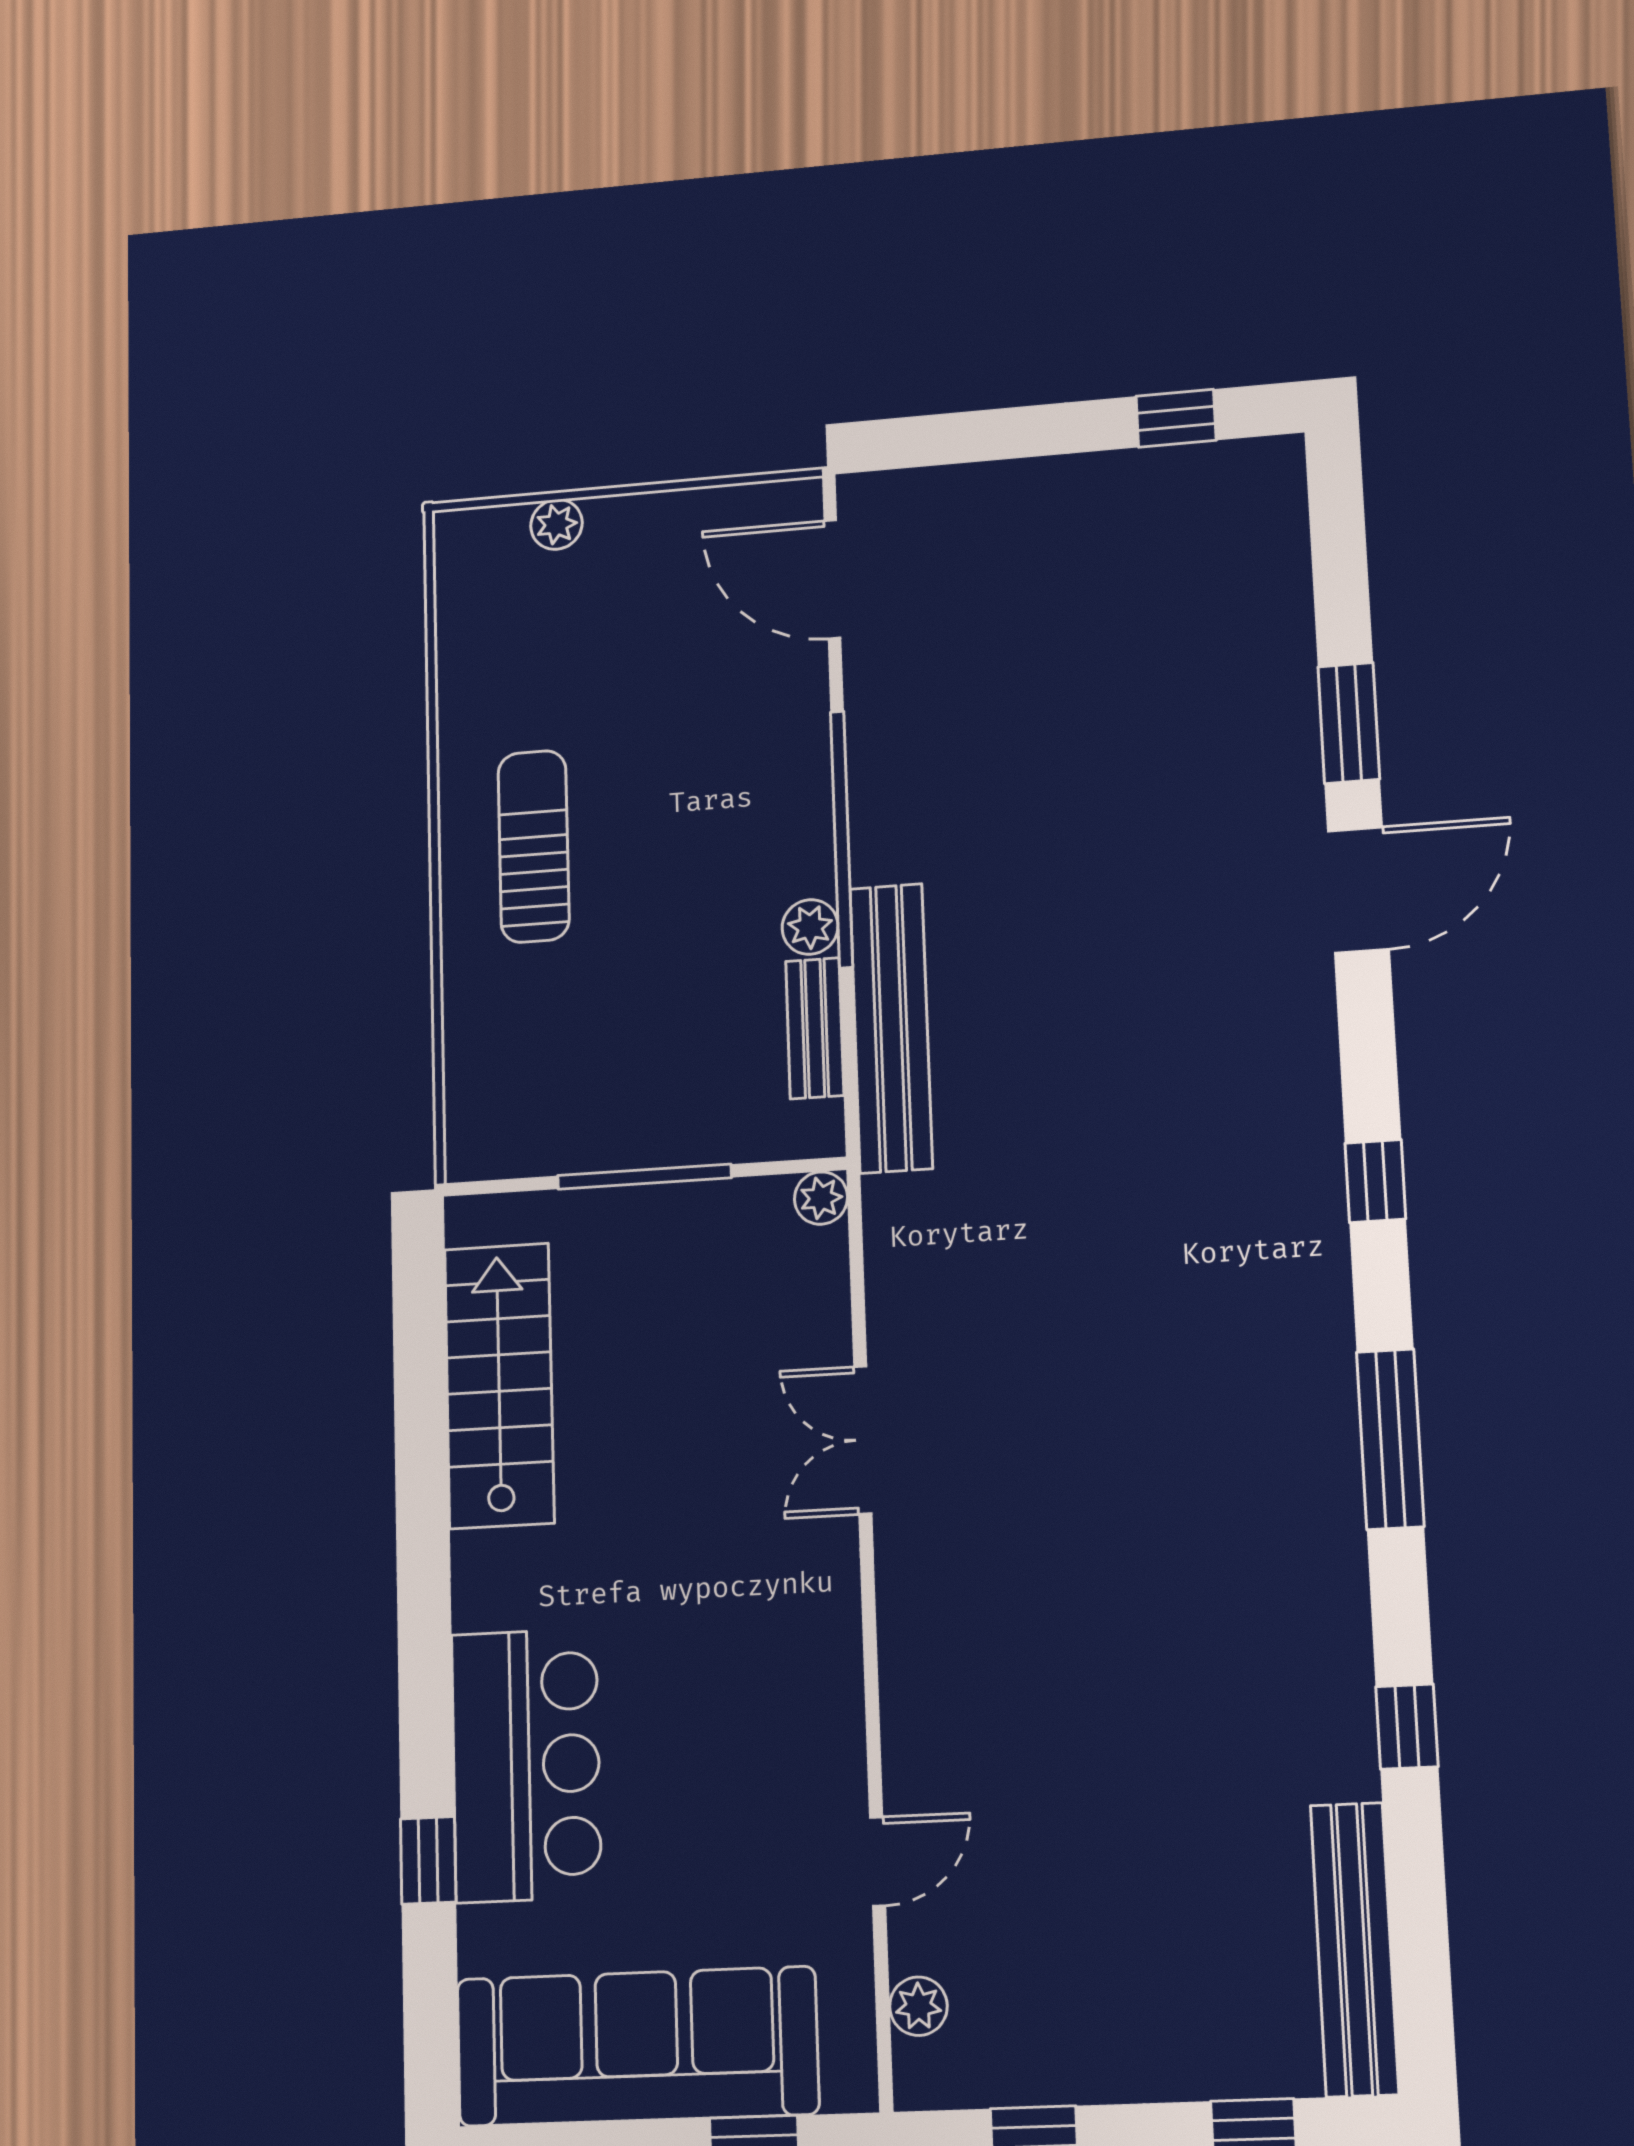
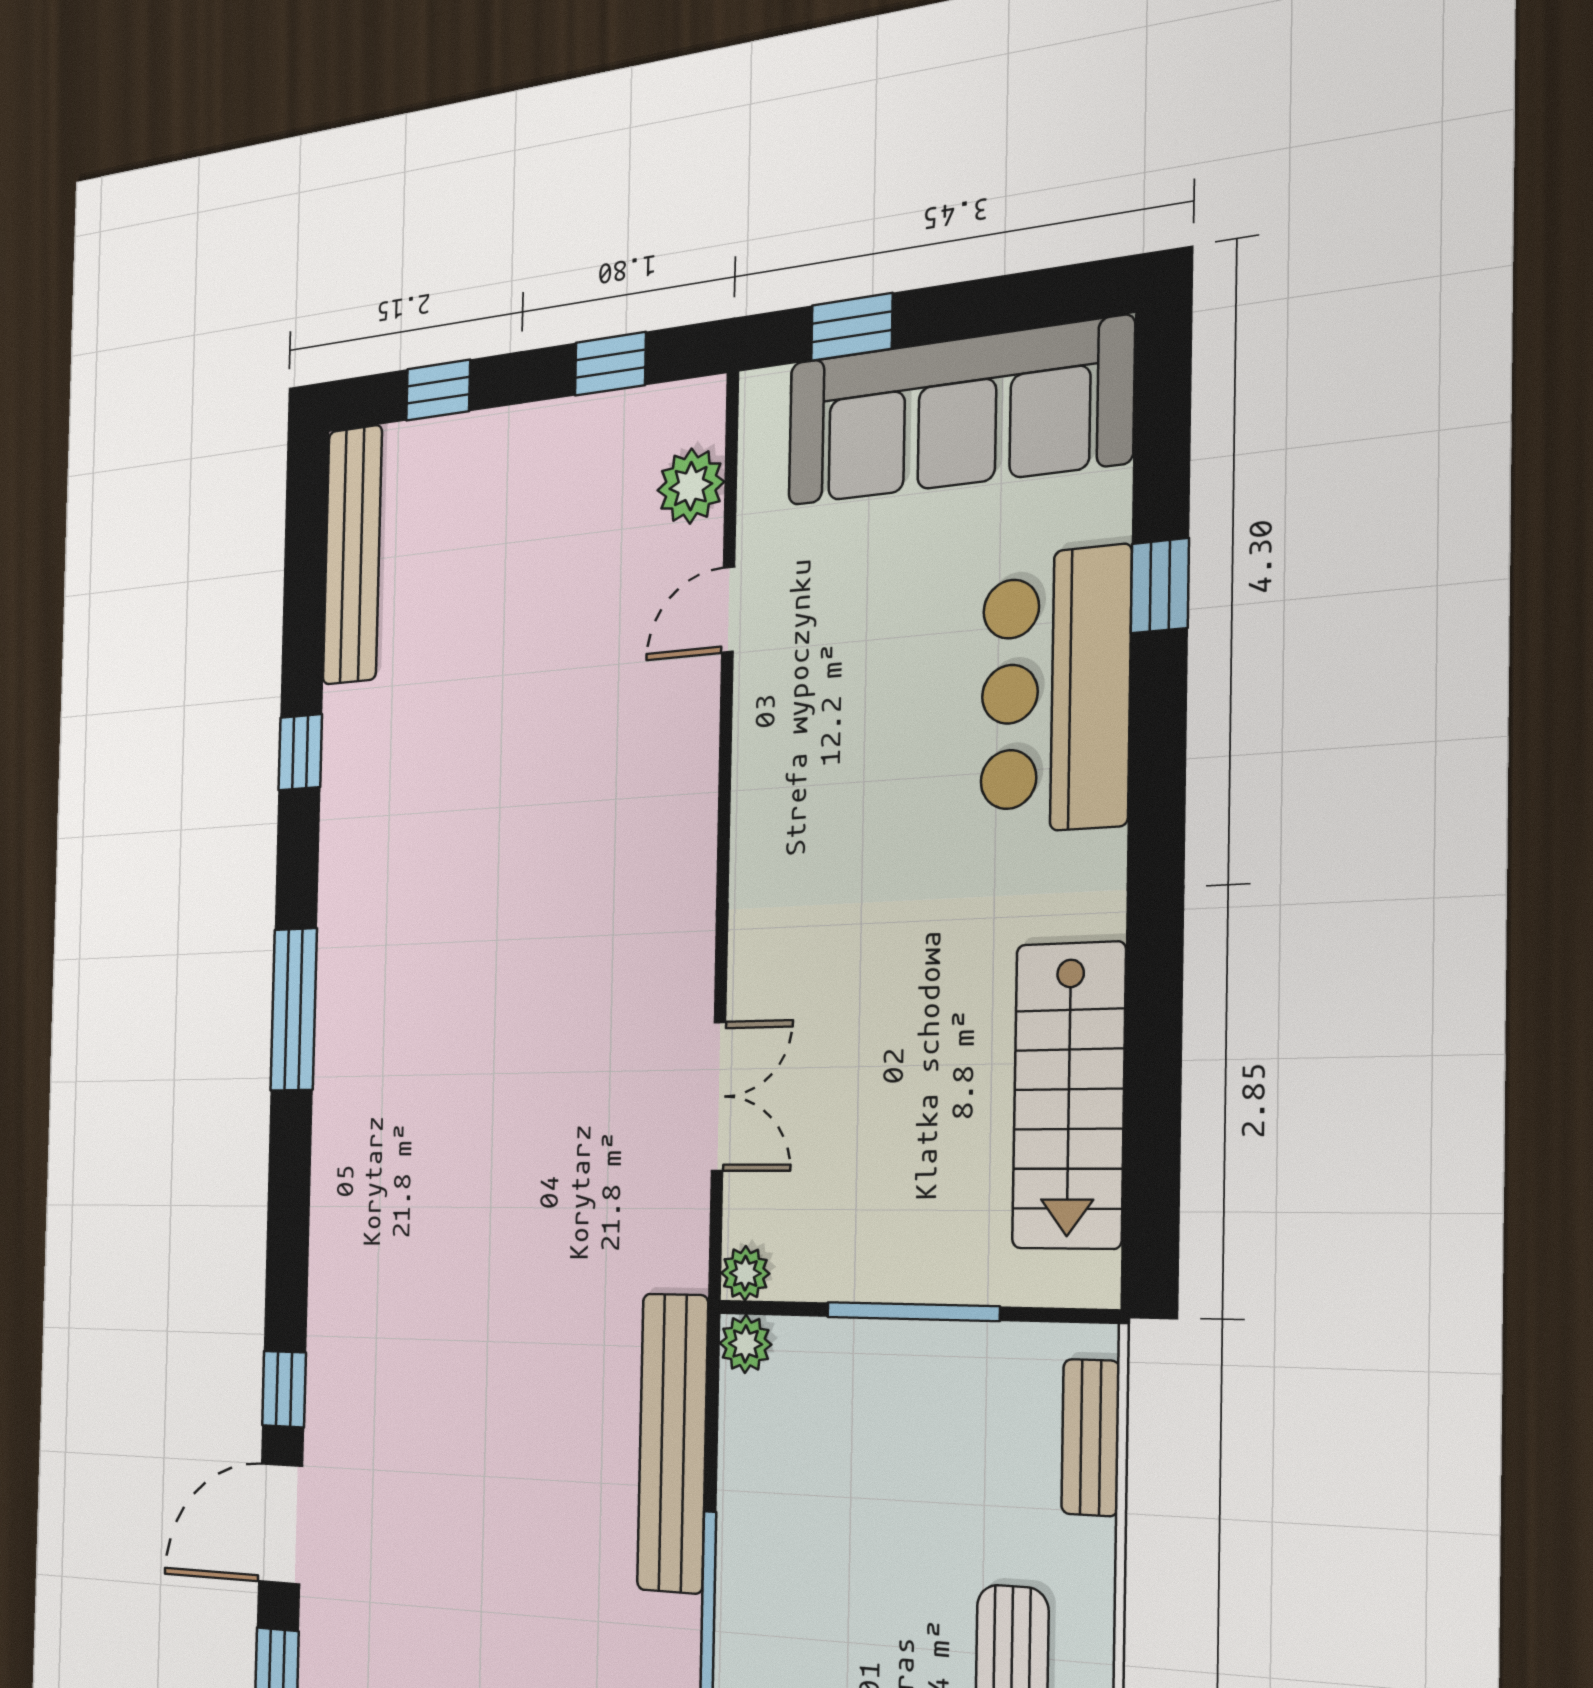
plant: (810, 927) -> (746, 1344), moved
bench: (815, 1028) -> (1090, 1437), moved
window: (1375, 1181) -> (284, 1389), moved
double door: (863, 1440) -> (718, 1096), moved
plant: (918, 2006) -> (691, 486), width x1.38, depth x1.38

